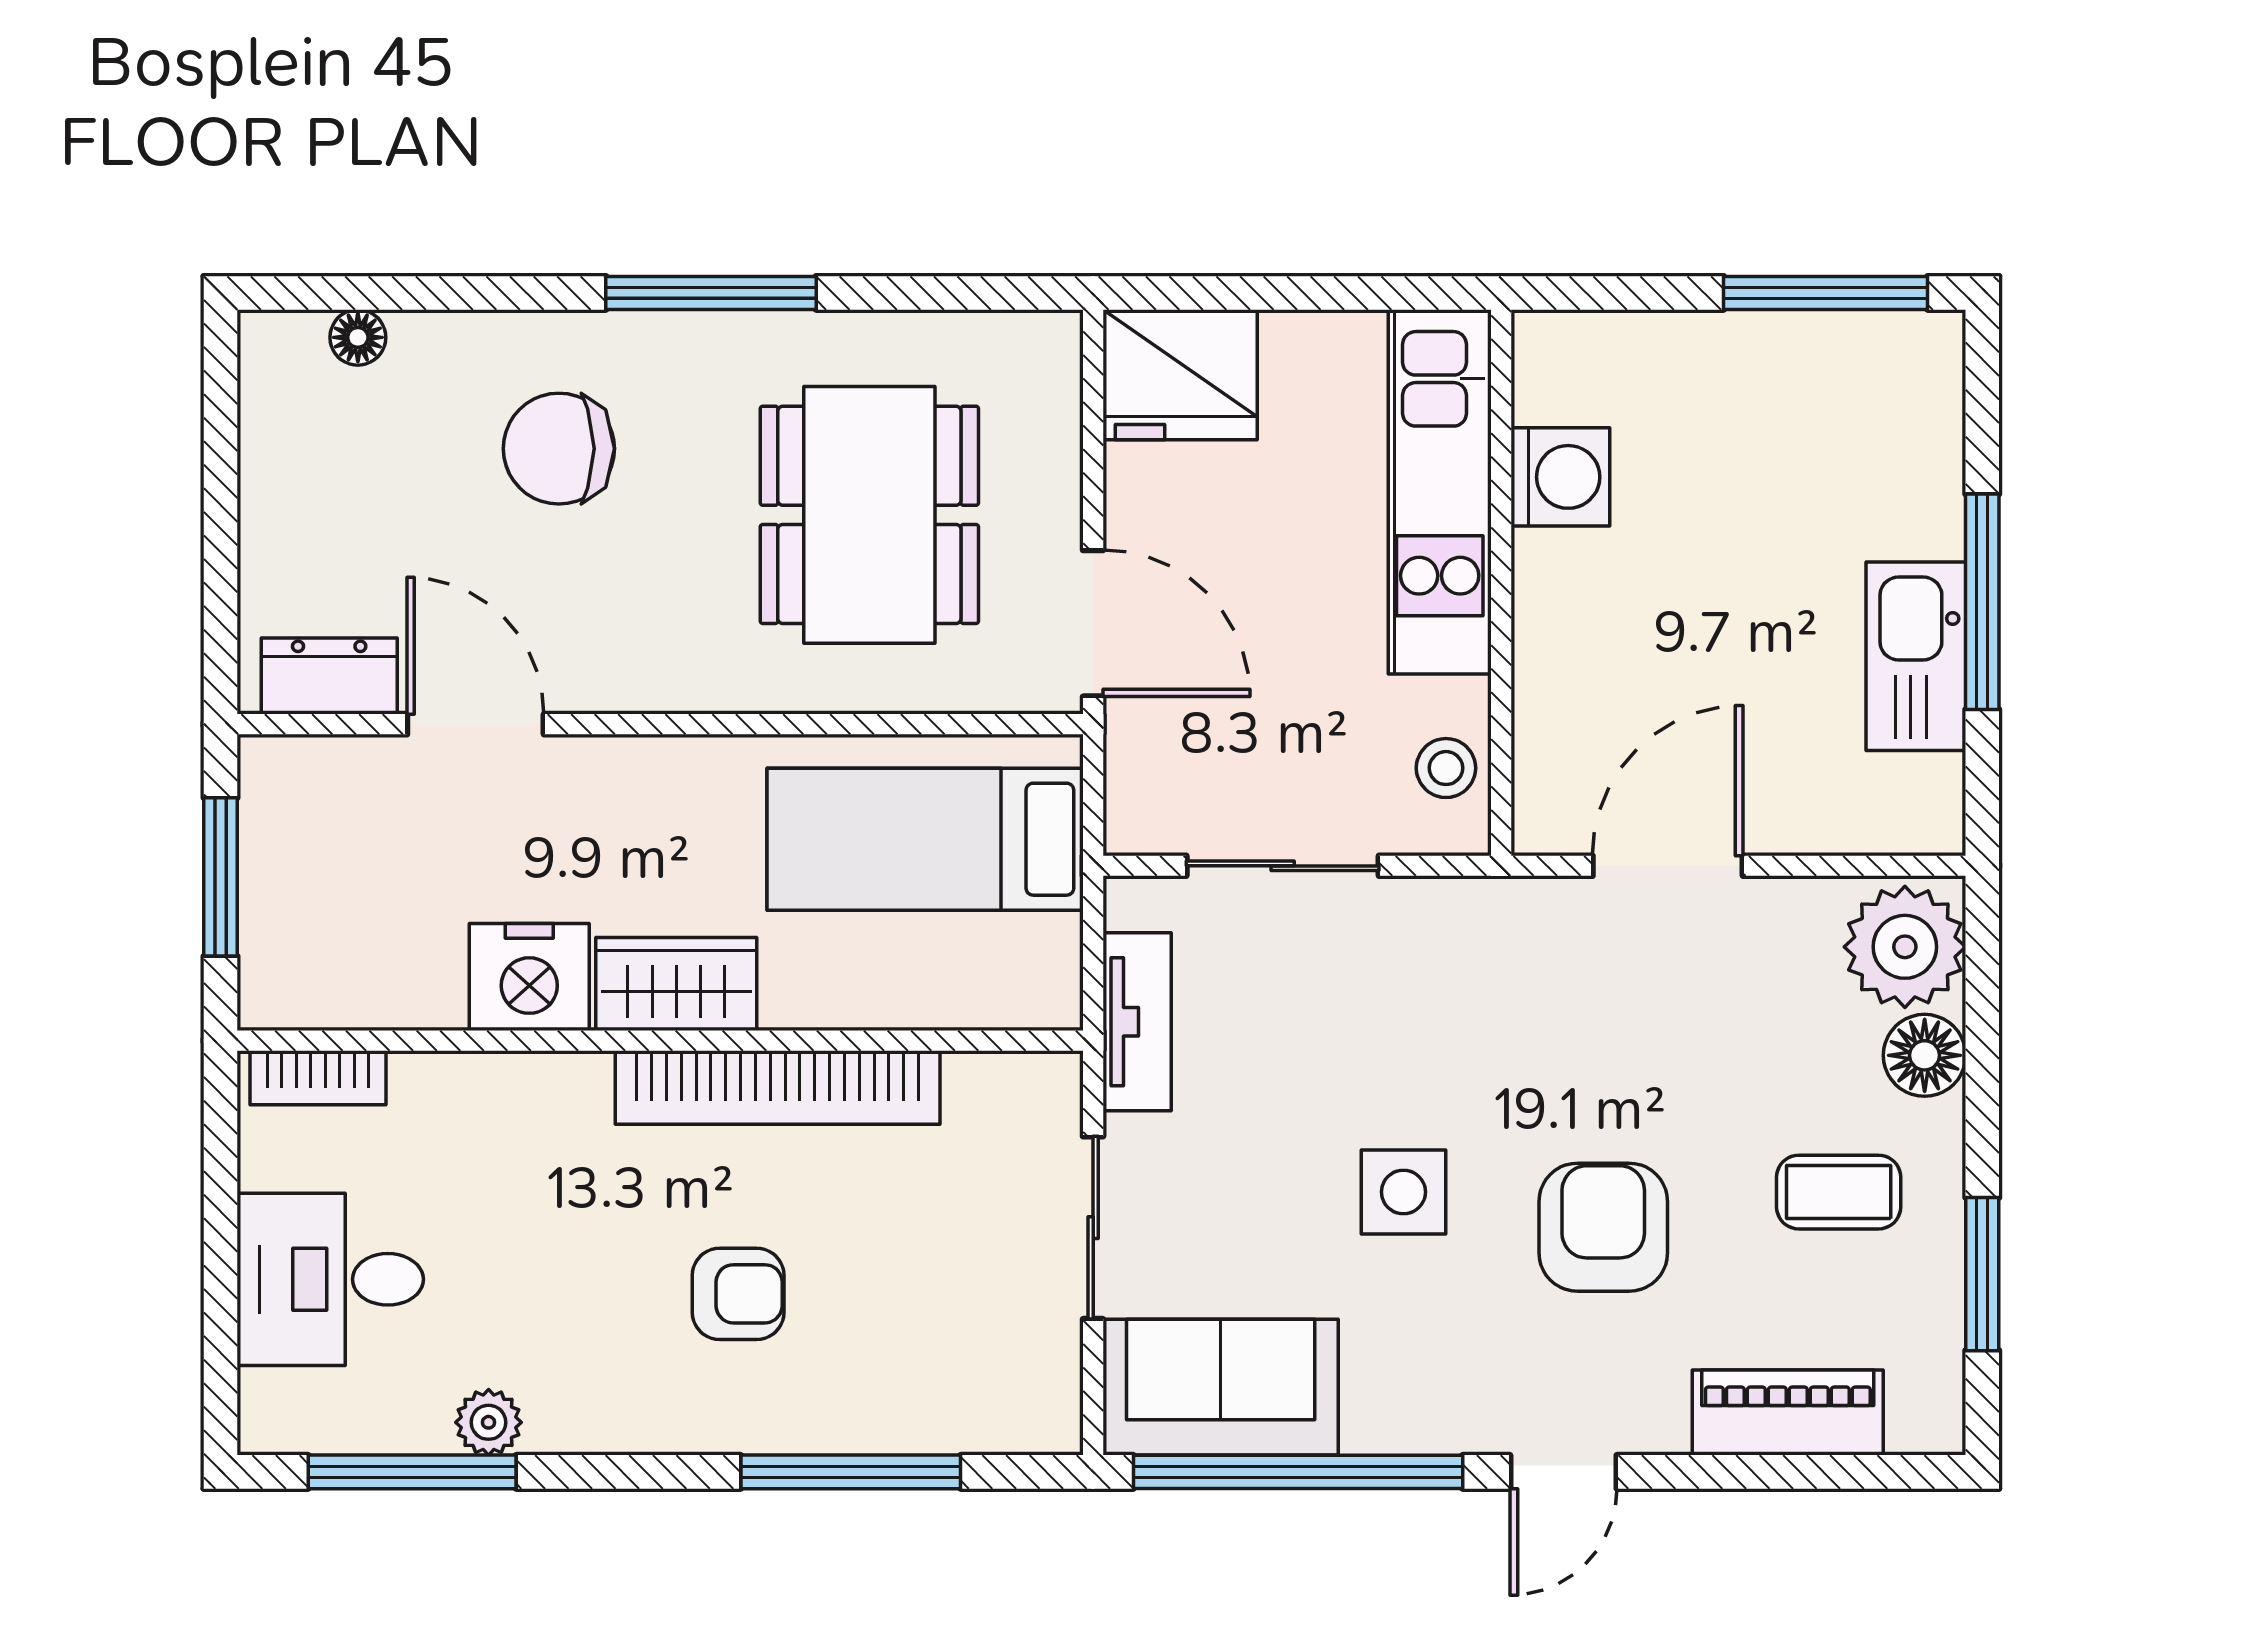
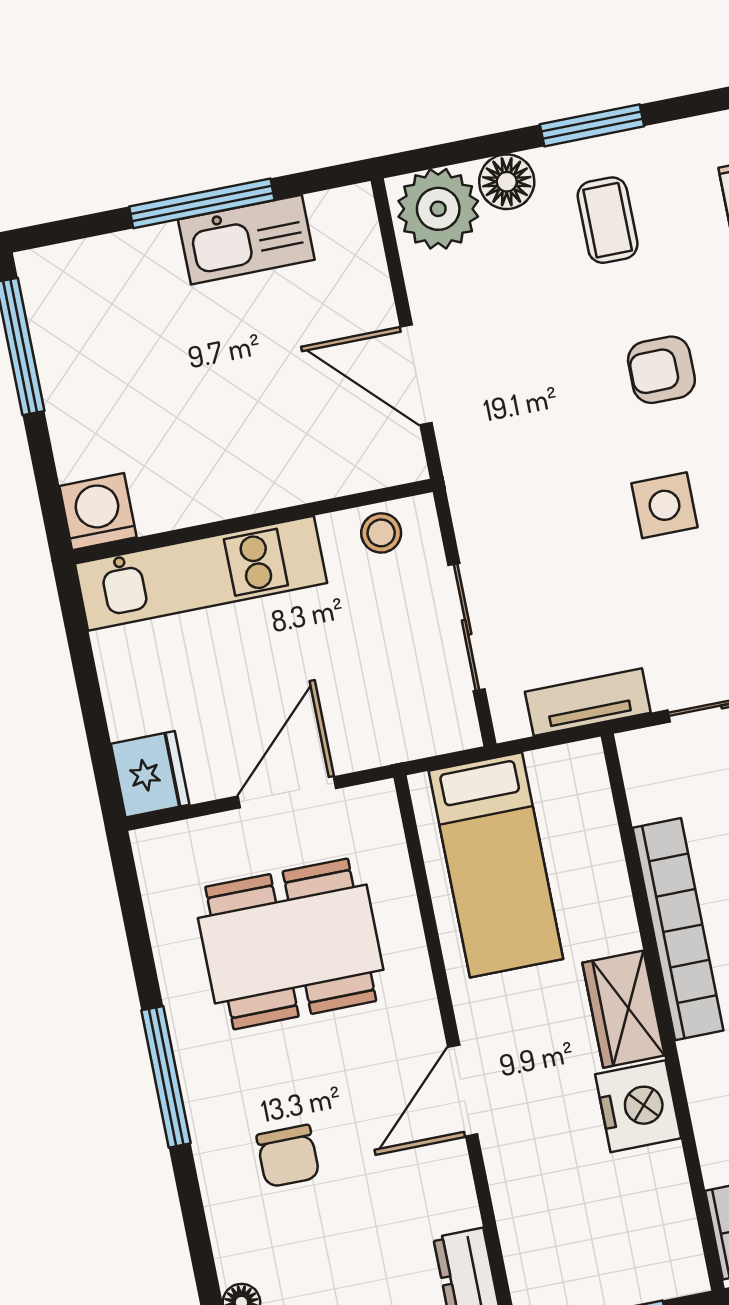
fridge: (1180, 375) -> (150, 774), width x0.73, depth x0.75
chair: (559, 449) -> (288, 1156), width x0.73, depth x0.73
washing machine: (1560, 477) -> (98, 512), moved
door: (1093, 623) -> (287, 792), moved
door: (475, 724) -> (463, 1091), moved
armchair: (1603, 1227) -> (661, 370), width x0.72, depth x0.72
window: (1982, 1274) -> (592, 125), moved

